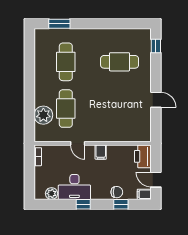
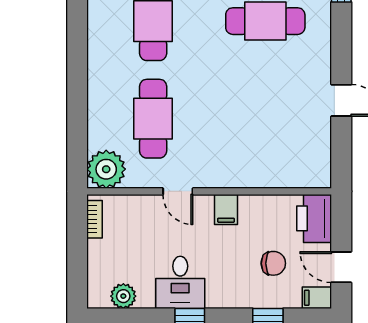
plant: (43, 115) -> (106, 169), moved
desk: (74, 187) -> (180, 282), width x0.73
chair: (117, 192) -> (273, 263), moved

